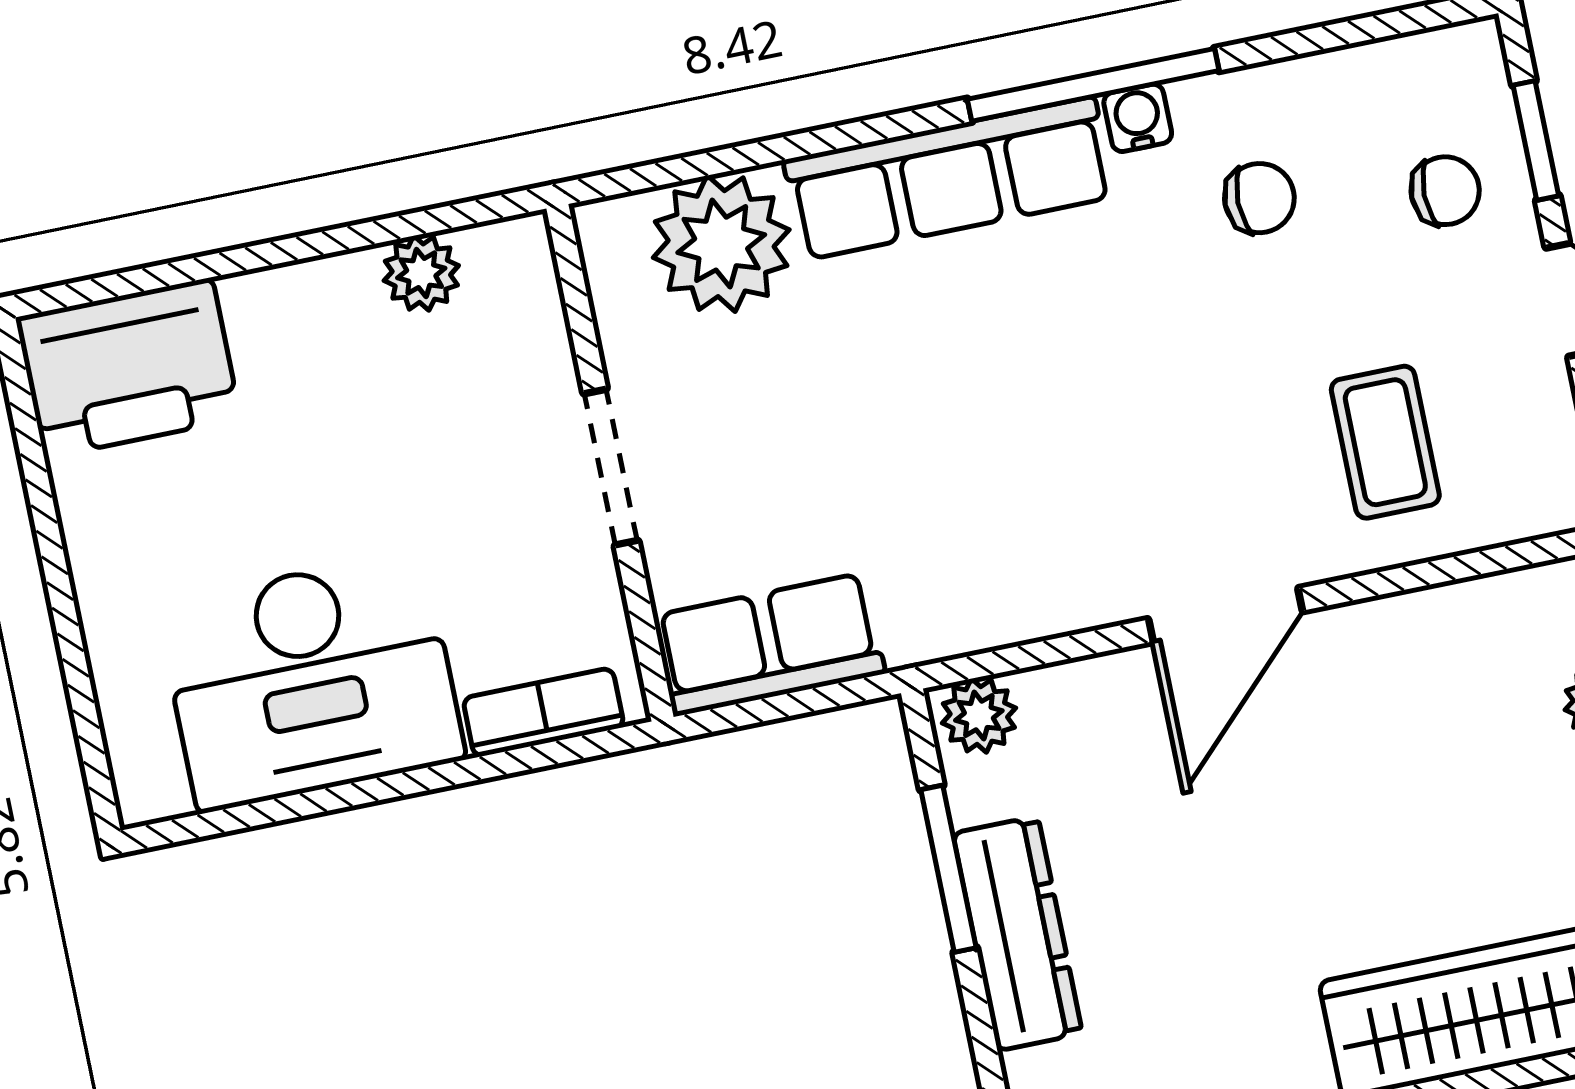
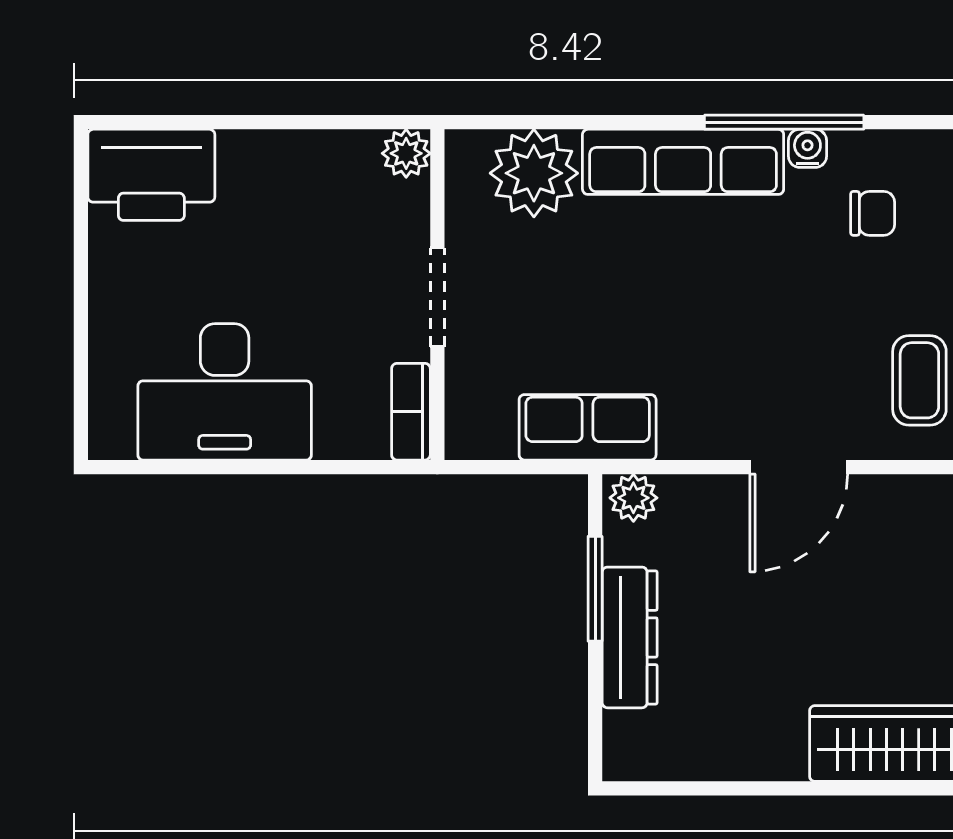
plant: (421, 273) -> (406, 153), moved
row of seats: (769, 645) -> (588, 427), moved
bookcase: (543, 713) -> (411, 412), moved, turned -90

